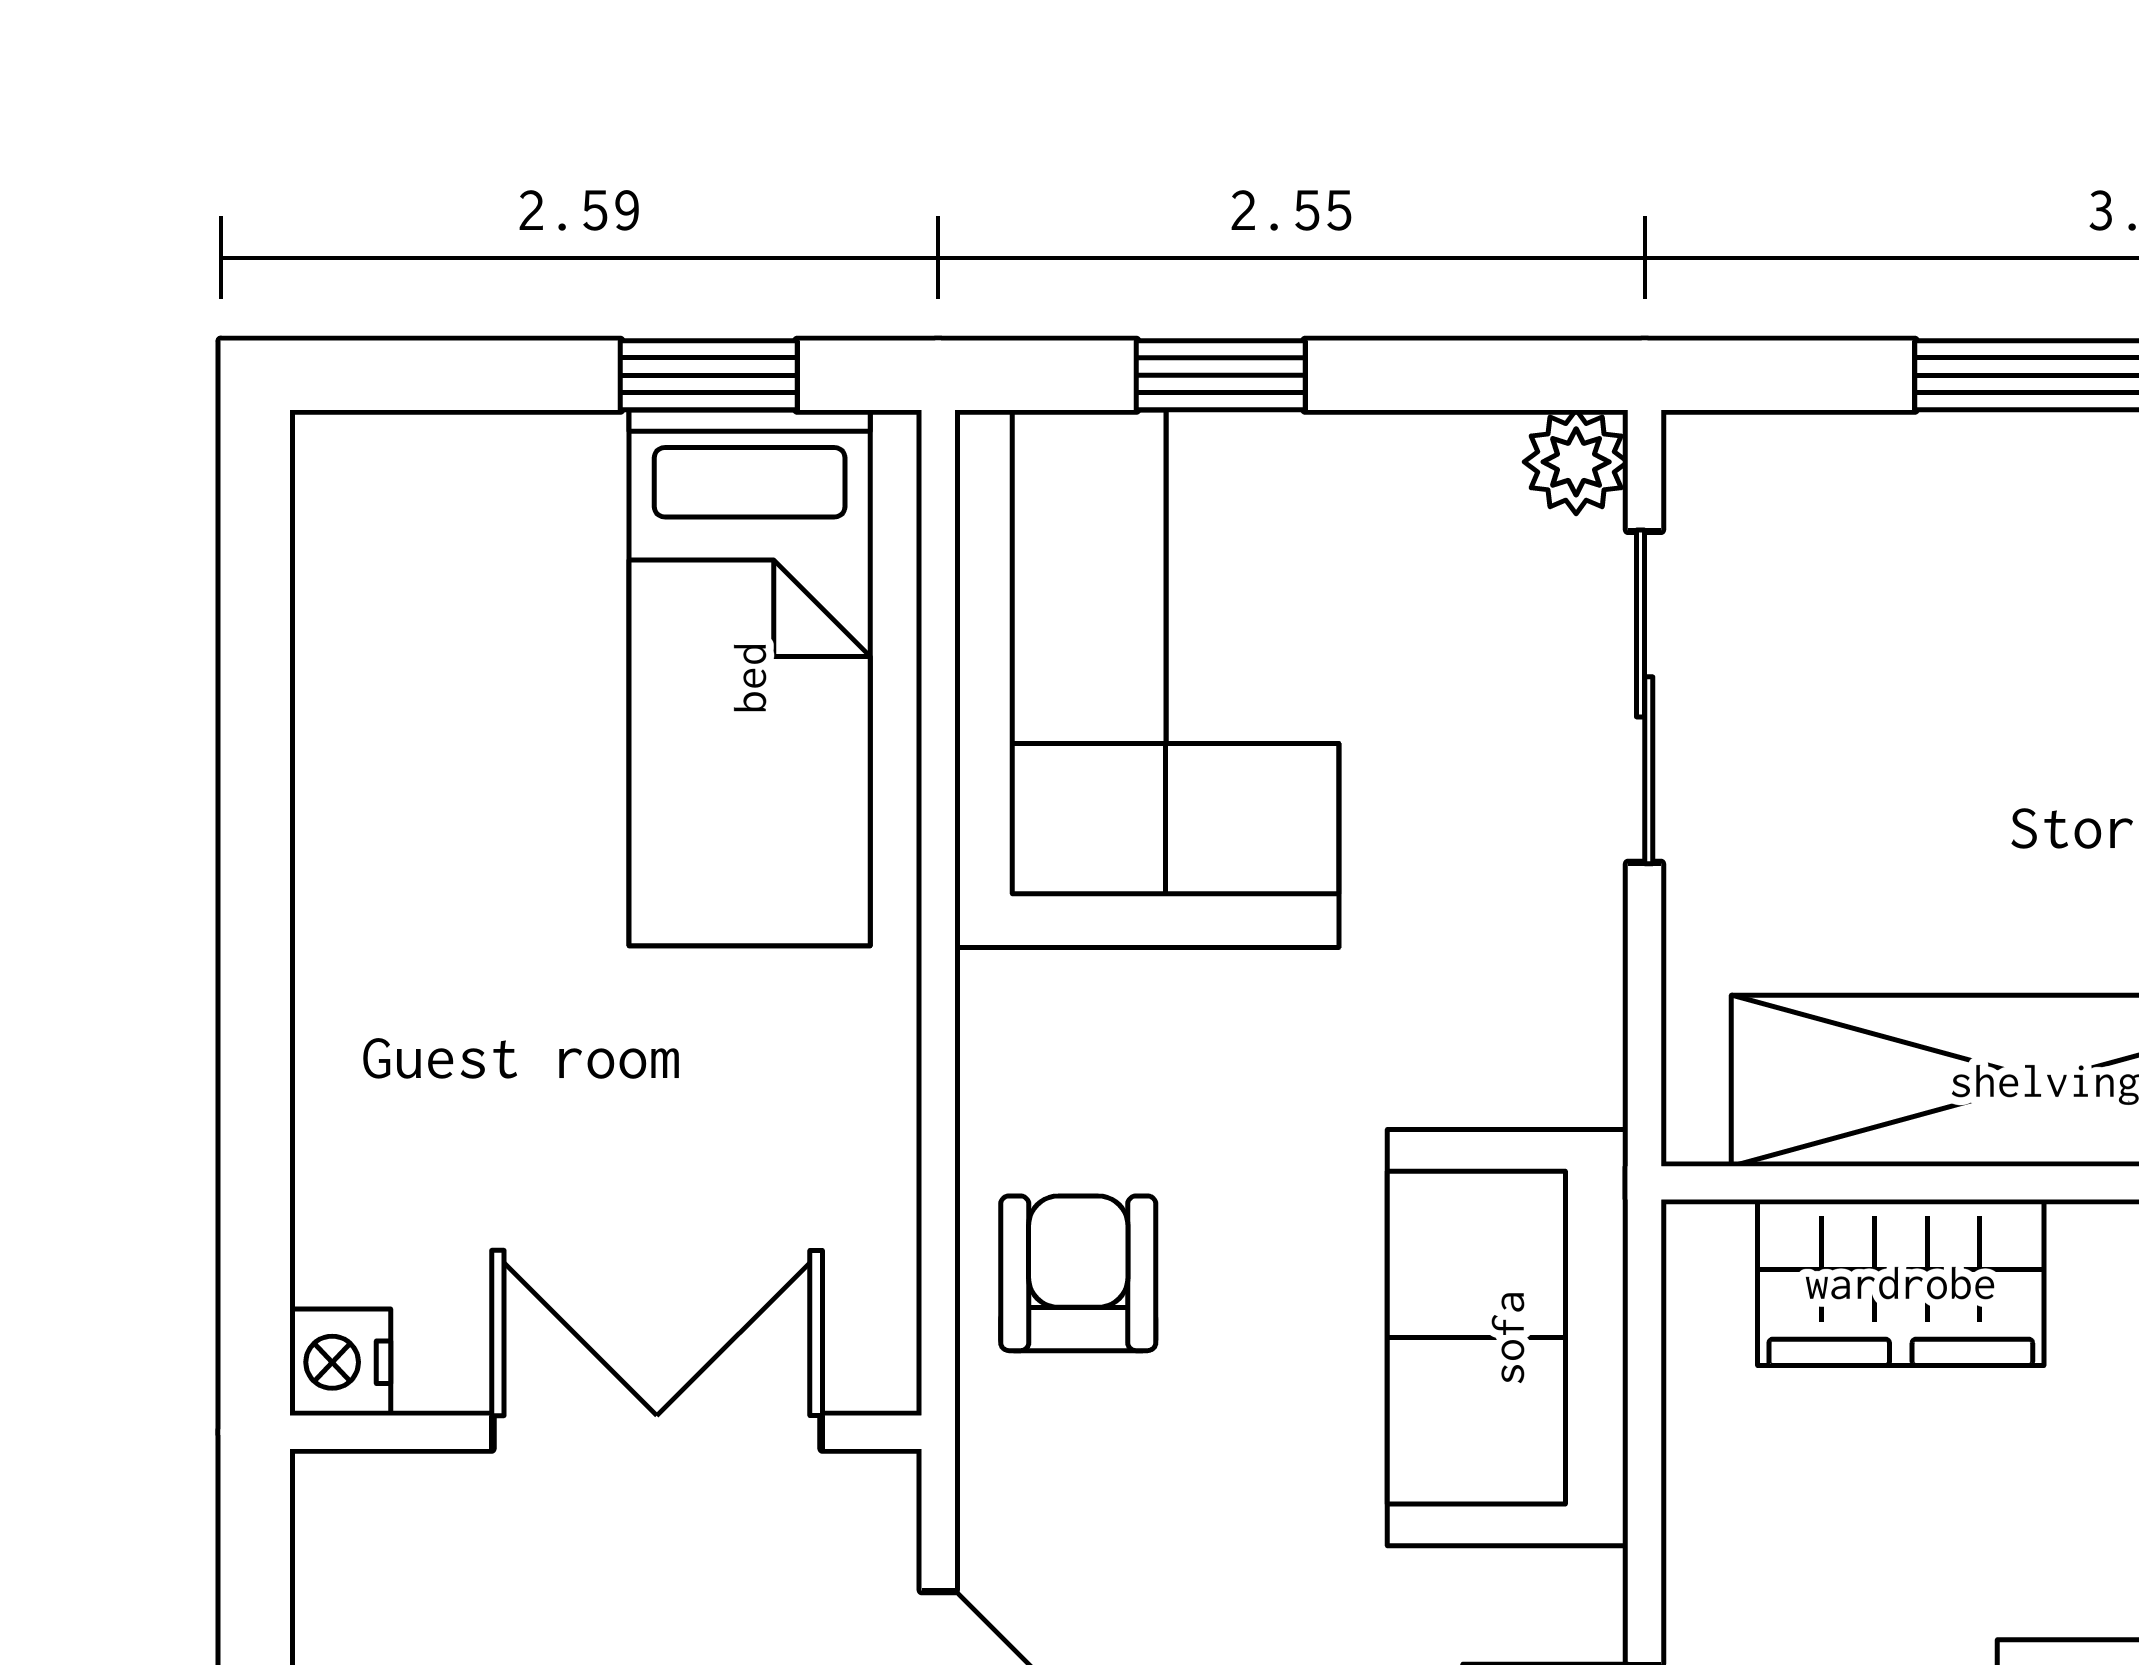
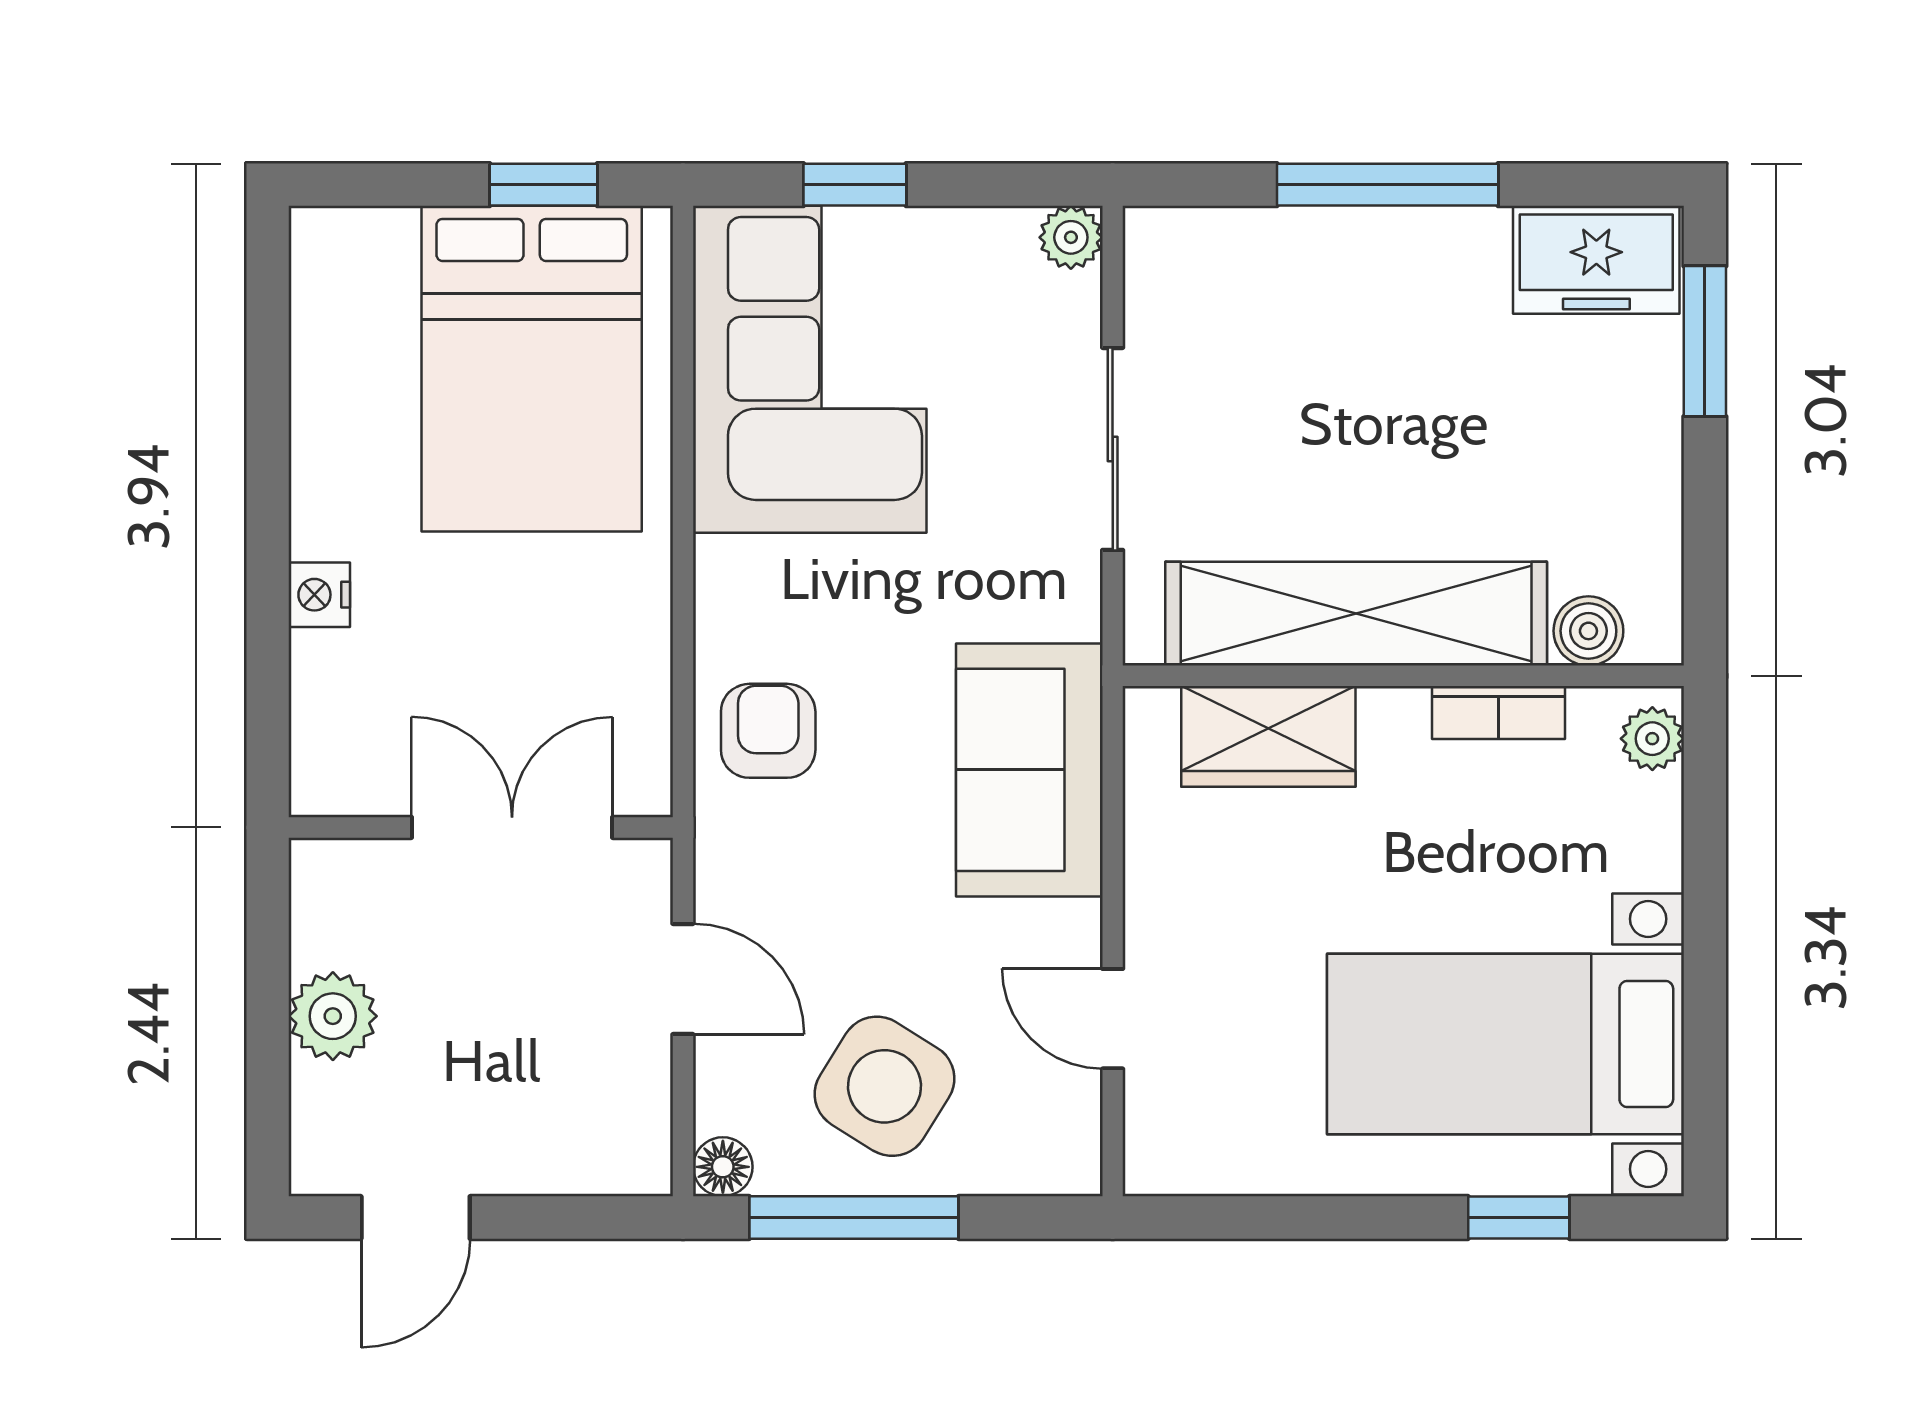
bed: (750, 678) -> (532, 369), width x1.50
sliding door: (1645, 697) -> (1113, 449), moved
nightstand: (340, 1362) -> (319, 595), moved

